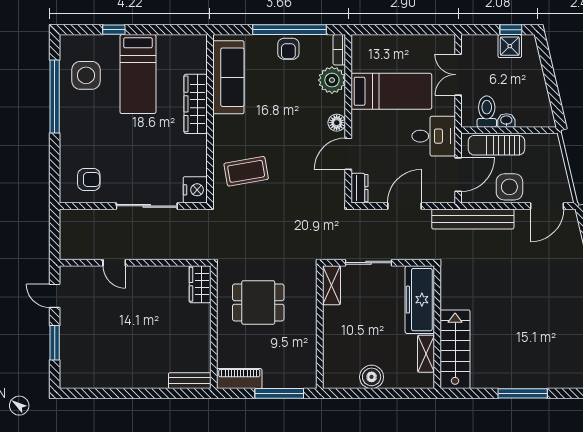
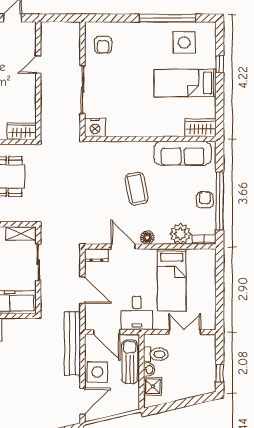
shower: (510, 46) -> (153, 386), moved
armchair: (288, 49) -> (205, 200), turned 90
wardrobe: (196, 104) -> (201, 128), moved, width x0.67
coffee table: (246, 171) -> (137, 189), moved
door: (547, 206) -> (83, 401), swing flipped

